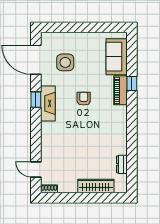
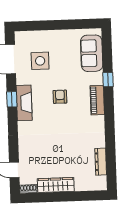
piano: (121, 90) -> (97, 100), moved
dresser: (122, 164) -> (101, 162), width x1.44
wardrobe: (96, 186) -> (56, 185), moved

